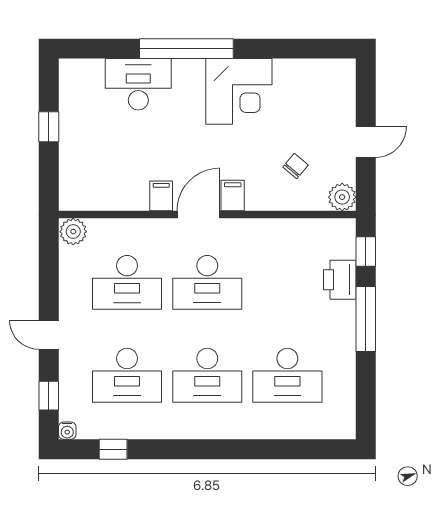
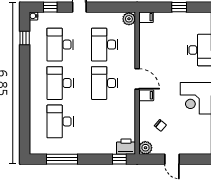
filing cabinet: (161, 196) -> (146, 17), moved
printer: (340, 280) -> (126, 147), moved
window: (366, 319) -> (62, 159), moved

